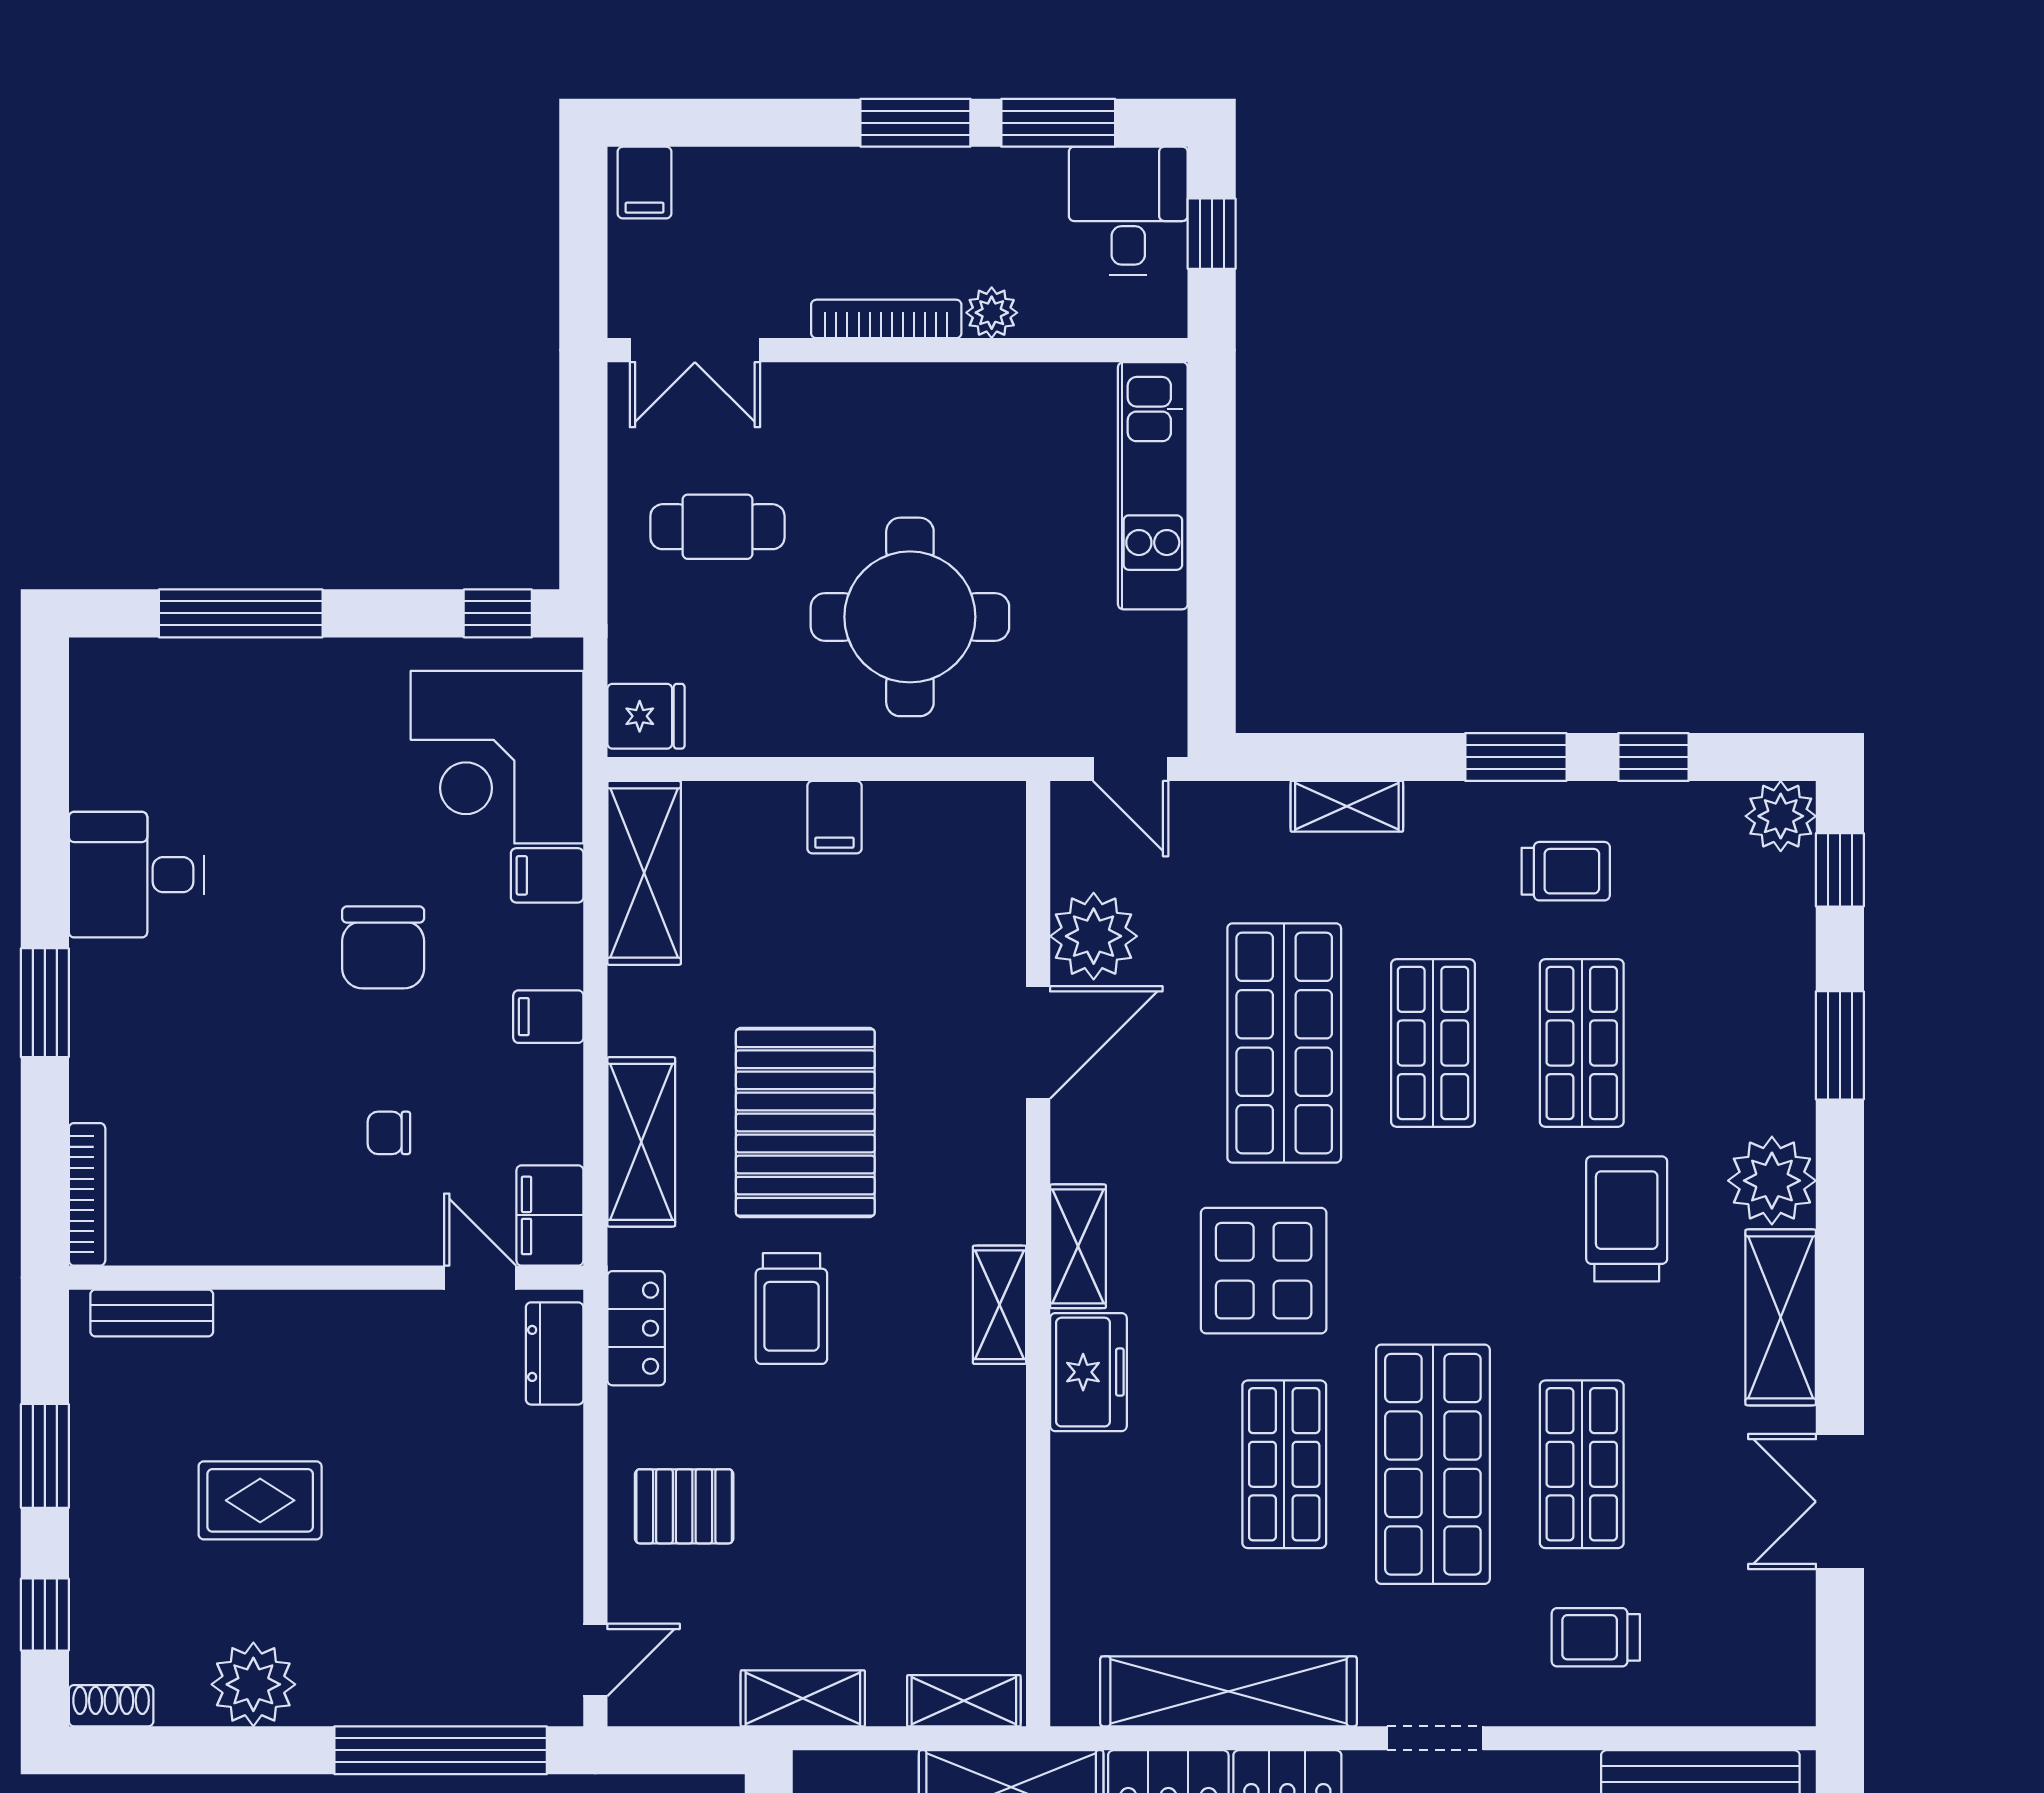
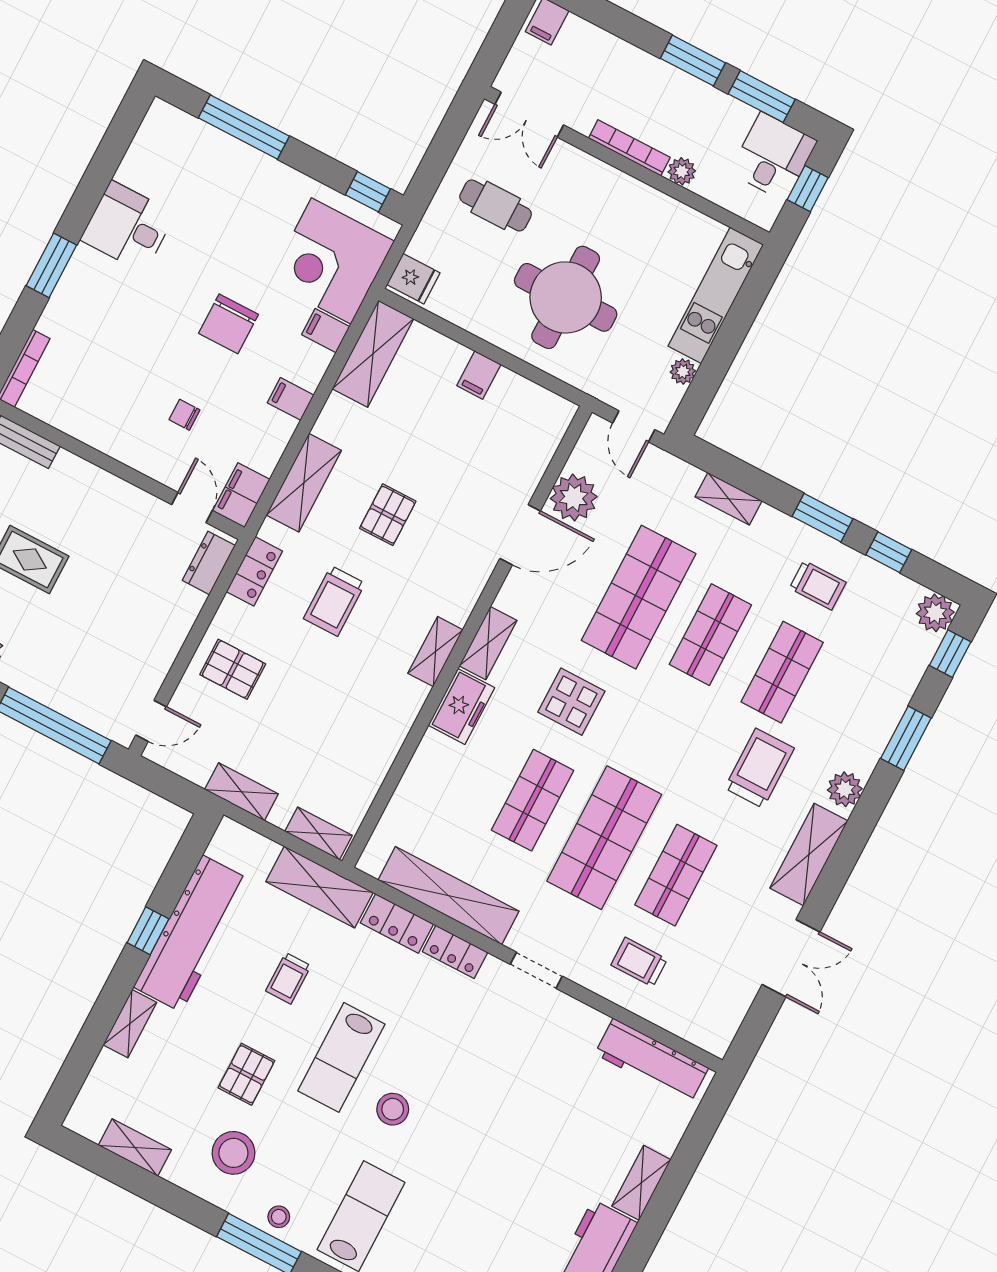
plant: (1164, 638) -> (683, 371), added
pallet: (805, 1122) -> (388, 515), width x0.49, depth x0.50
plant: (1772, 1181) -> (845, 789), width x0.73, depth x0.73
display table: (1264, 1271) -> (571, 702), width x0.73, depth x0.73
double door: (1840, 1502) -> (791, 958), swing flipped

